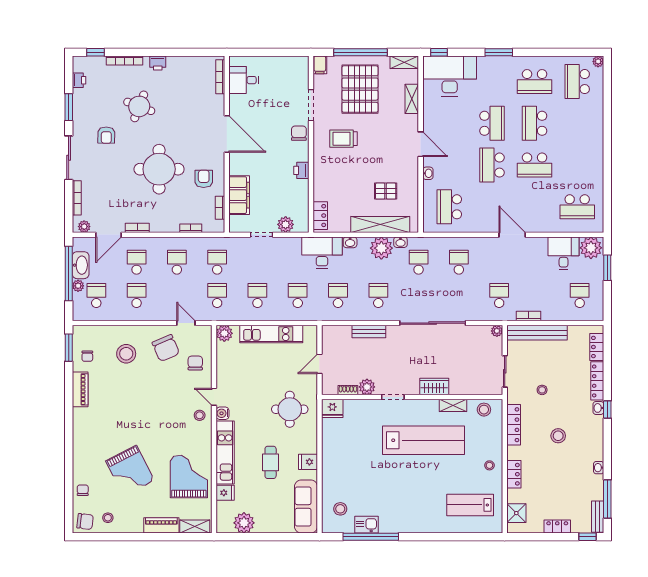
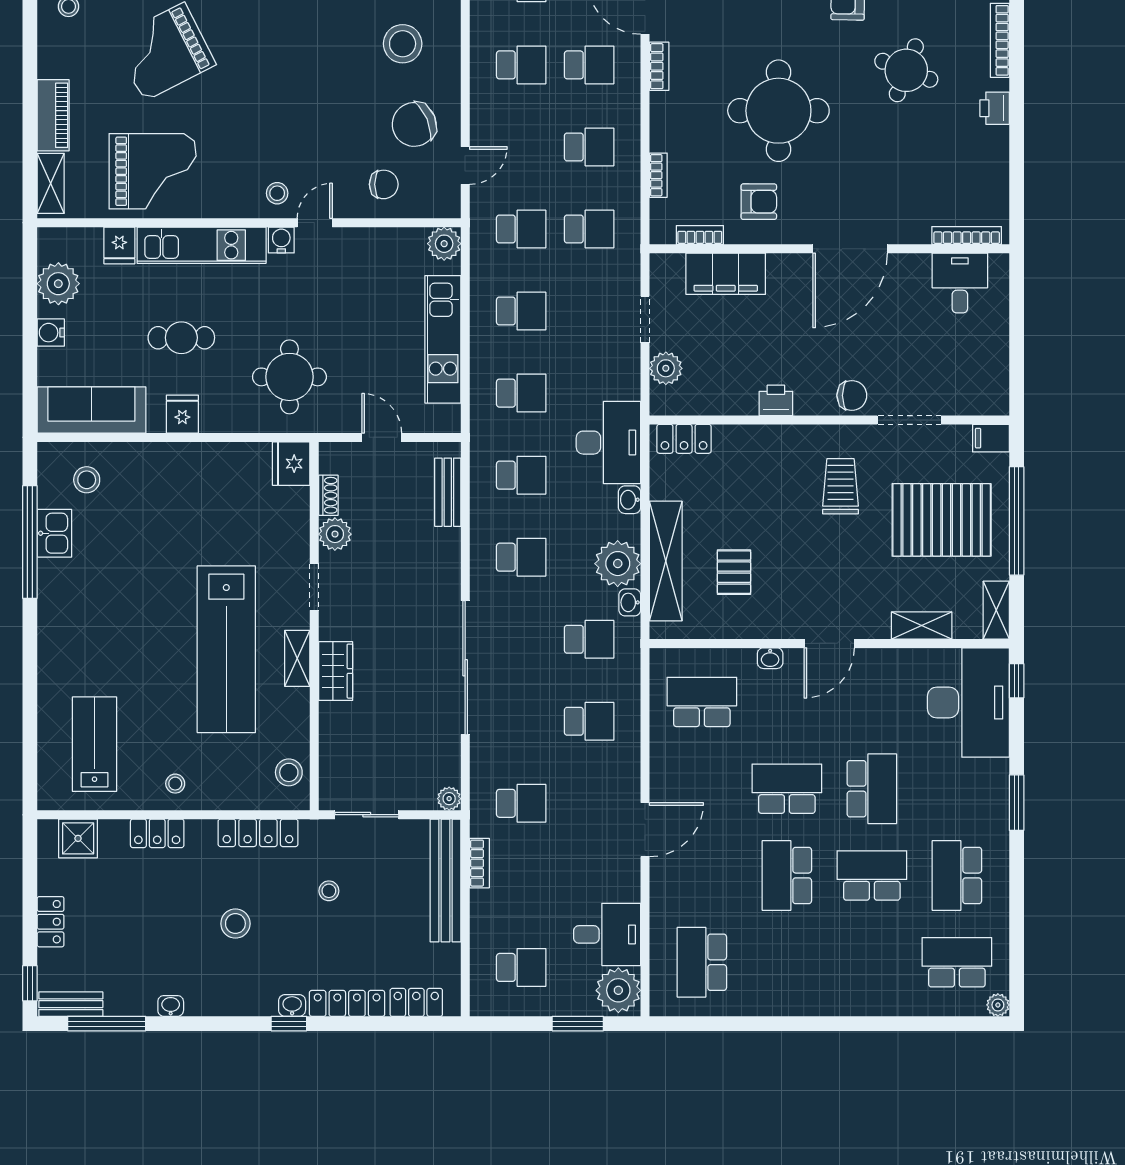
school desk: (492, 123) -> (872, 789), turned -90
bench: (369, 332) -> (448, 492), moved
shelving: (453, 405) -> (297, 658), moved
water cooler: (268, 526) -> (51, 333), added

